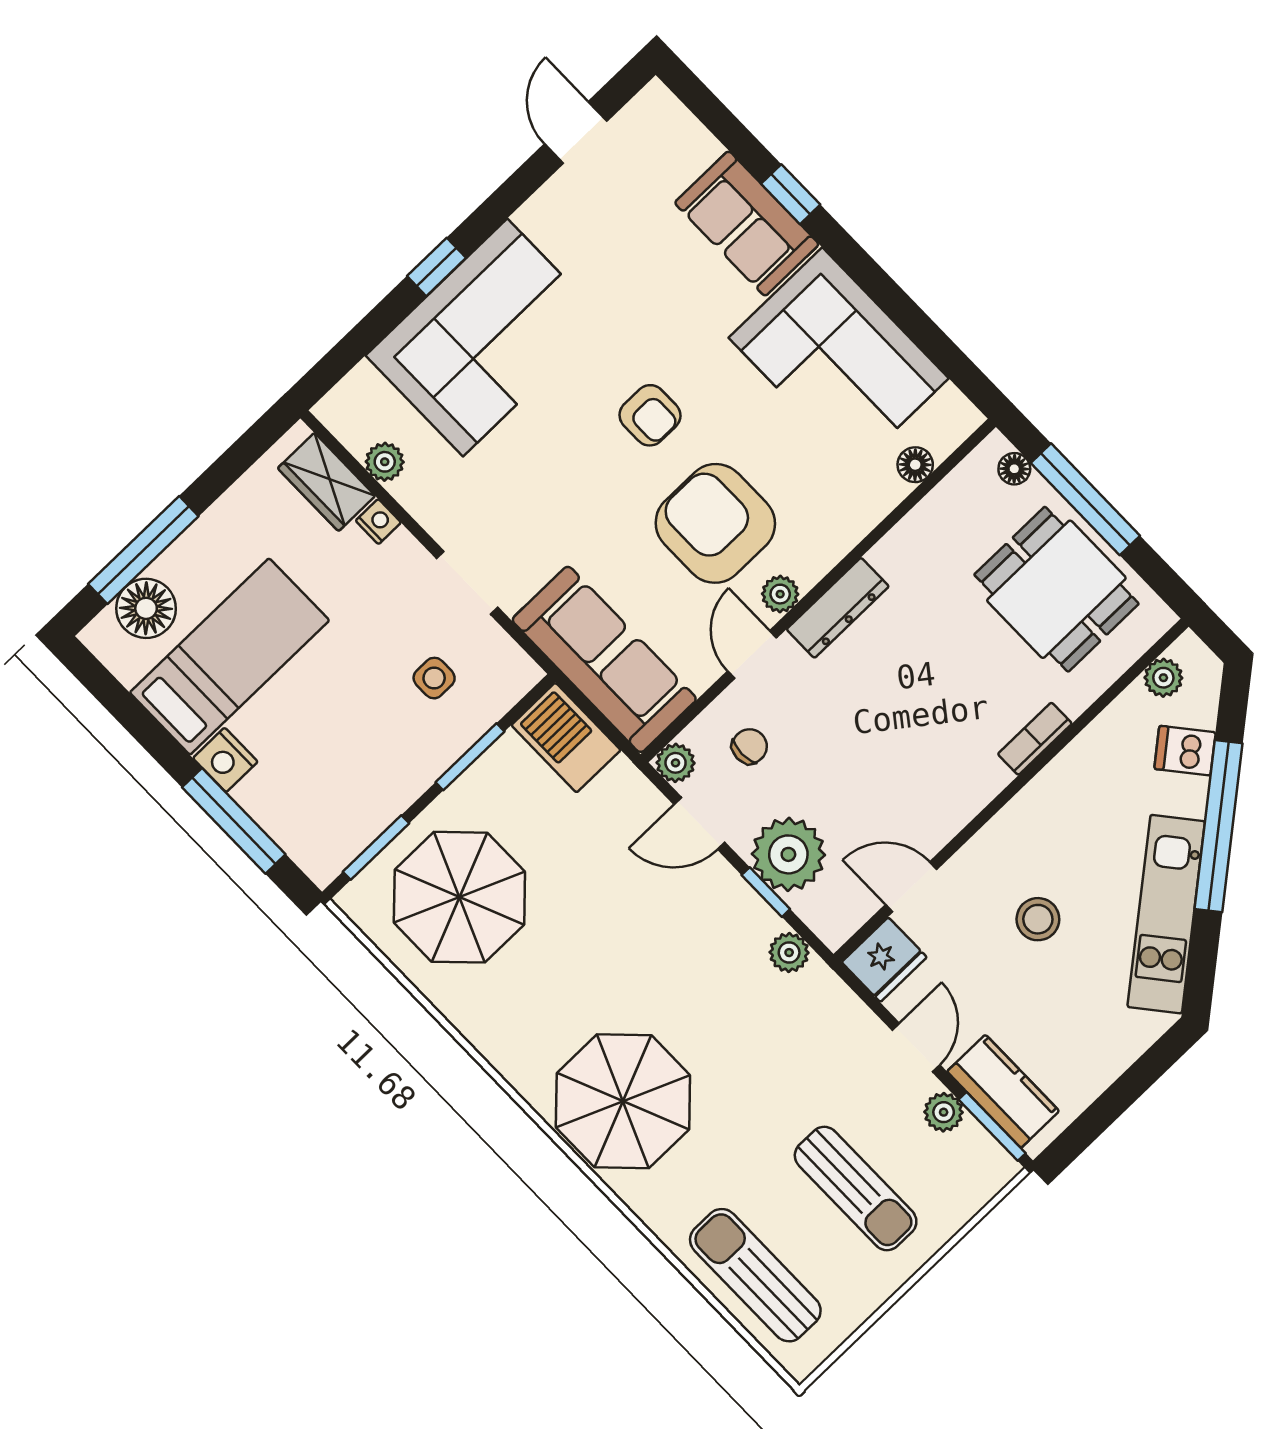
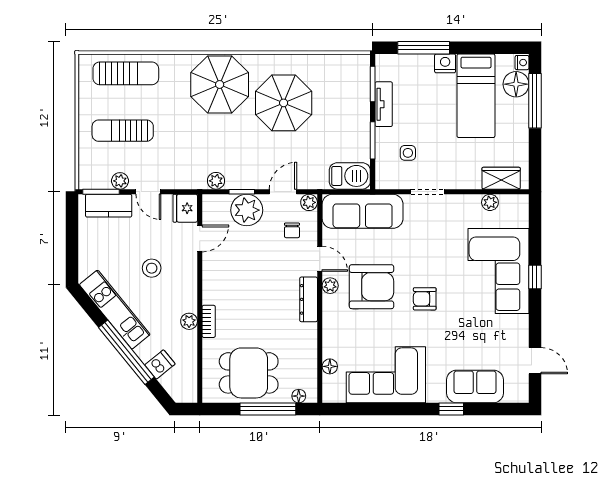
sofa: (747, 224) -> (475, 386), moved
nightstand: (378, 522) -> (522, 63), moved, turned -90
plant: (1163, 678) -> (189, 321), moved
tv unit: (392, 797) -> (384, 104), added
parasol: (459, 897) -> (284, 103), moved

